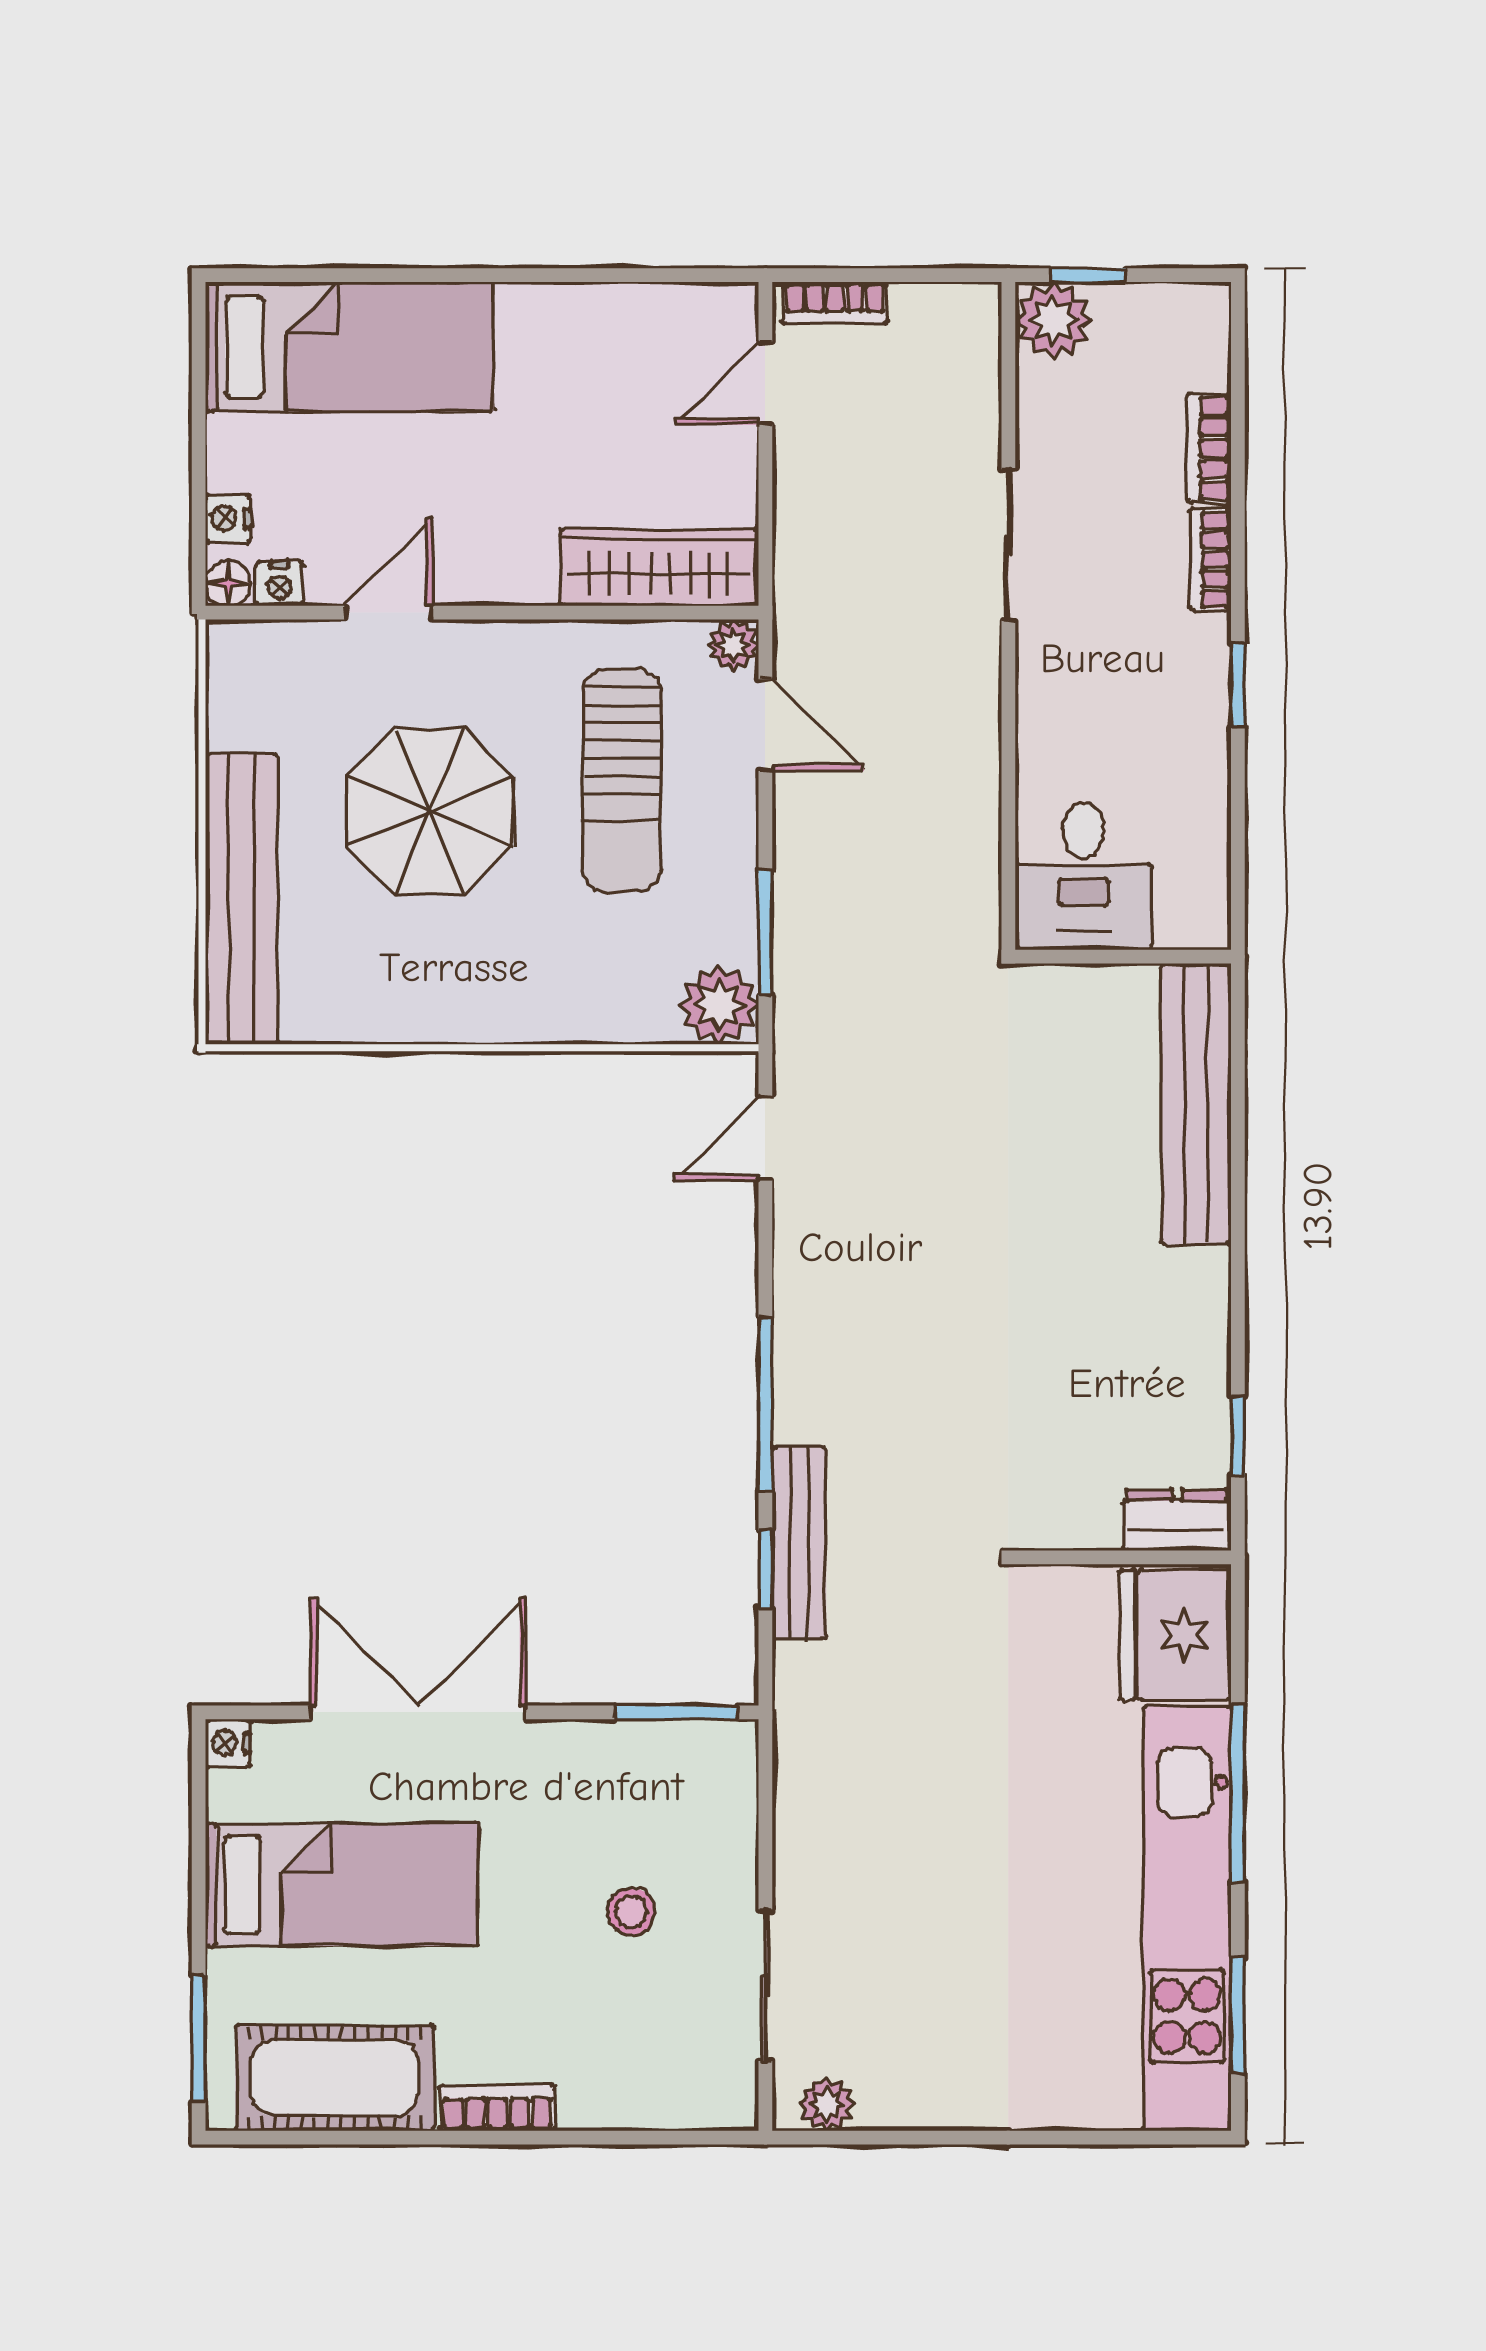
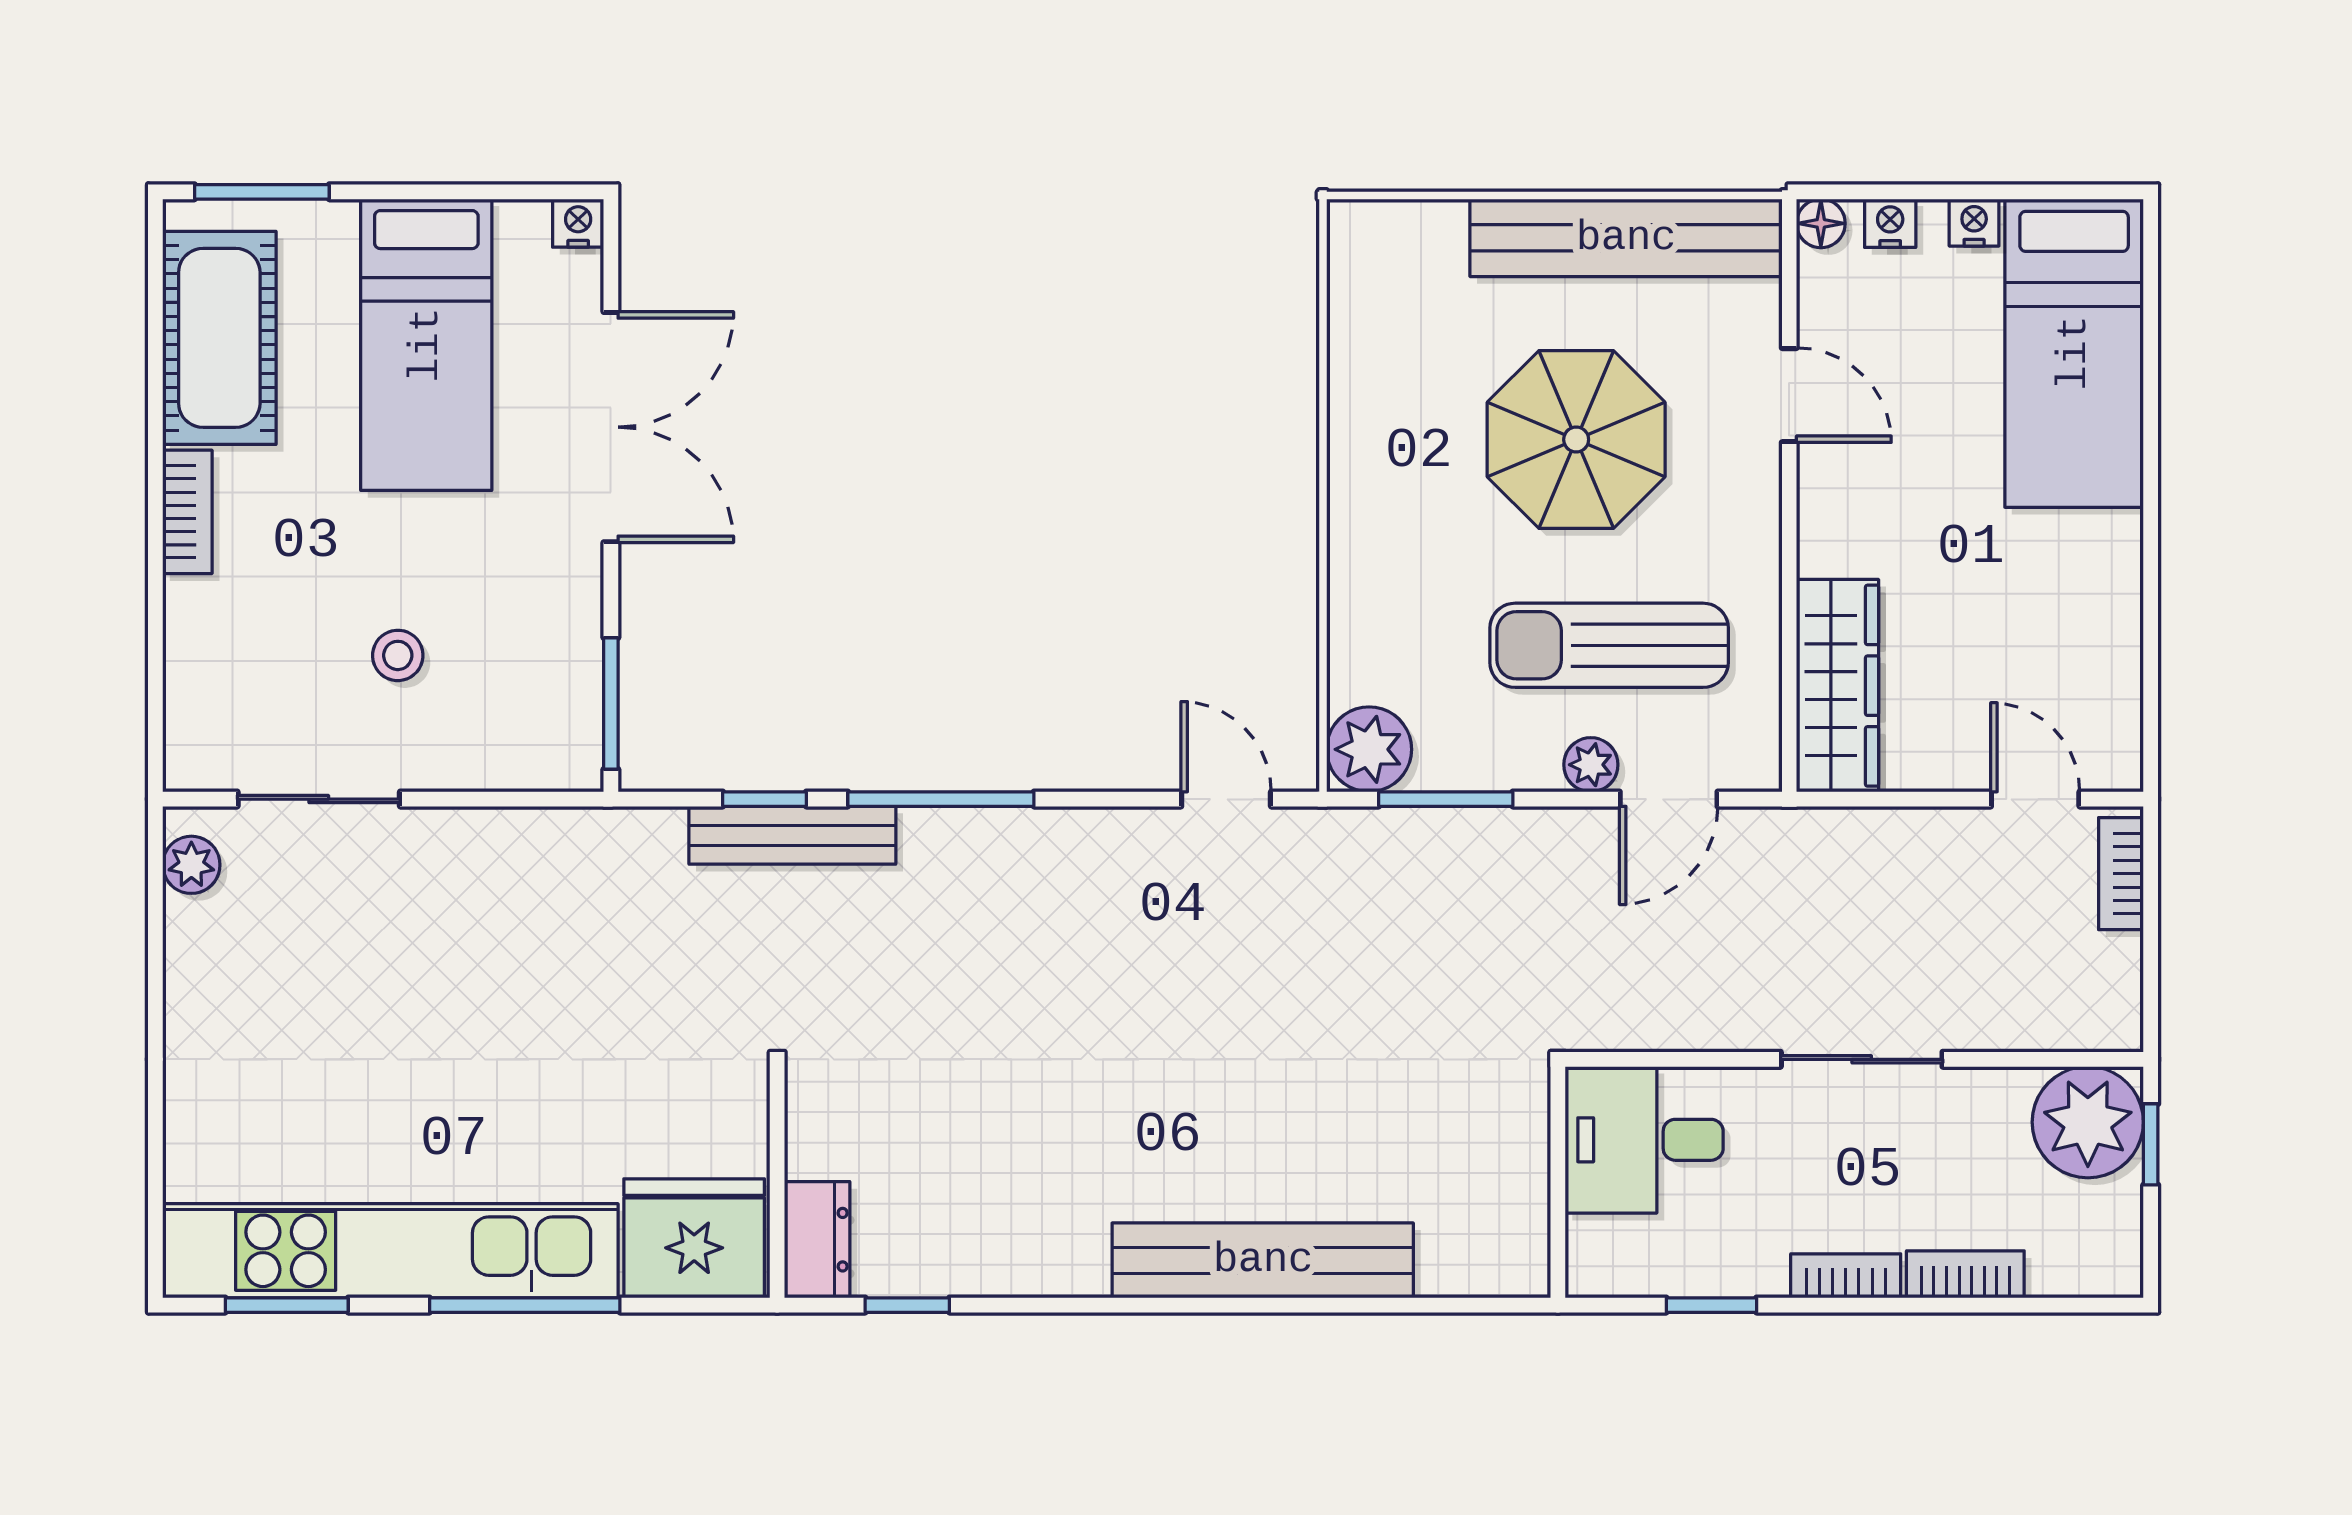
plant: (1053, 320) -> (2088, 1122), width x1.36, depth x1.36
nightstand: (279, 584) -> (1974, 223), moved, turned 90
plant: (733, 645) -> (1591, 765), moved
desk: (1083, 876) -> (1644, 1140), moved
bench: (241, 899) -> (1626, 238), moved
wall: (1123, 957) -> (1558, 1182), moved

